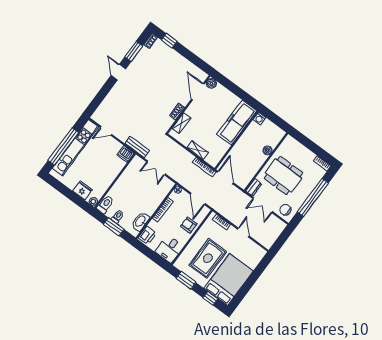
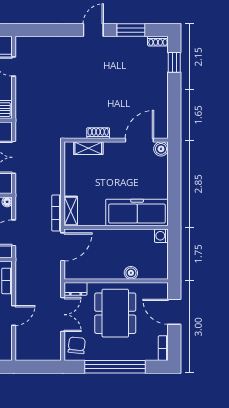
door: (307, 142) -> (174, 312), added
bench: (137, 147) -> (22, 117), removed
shelving: (198, 150) -> (71, 211), moved
double door: (263, 205) -> (63, 315), swing flipped

